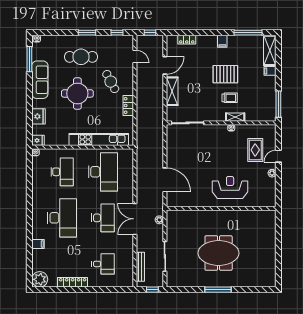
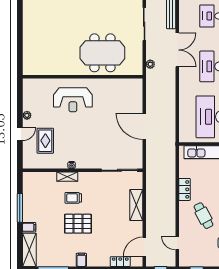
door: (165, 65) -> (144, 247), moved
window: (278, 104) -> (20, 208), moved
door: (165, 180) -> (144, 126), moved
double door: (135, 219) -> (177, 50), moved
meeting table: (219, 253) -> (102, 53), moved

